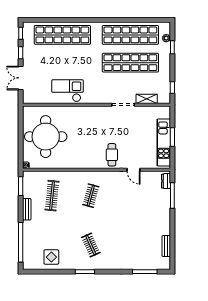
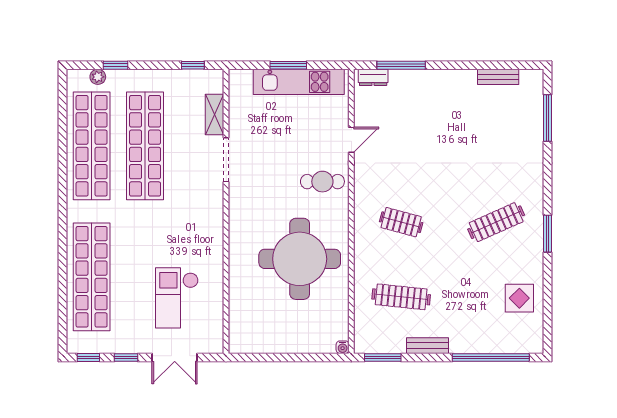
checkout: (67, 91) -> (177, 298), moved
round table: (46, 137) -> (300, 259), moved
clothes rail: (91, 245) -> (496, 222), width x1.36

